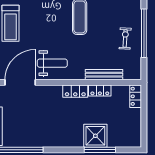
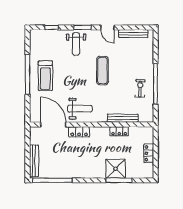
door: (20, 82) -> (53, 125), hinge flipped
locker: (75, 91) -> (79, 132), moved
locker: (136, 96) -> (149, 153), moved

